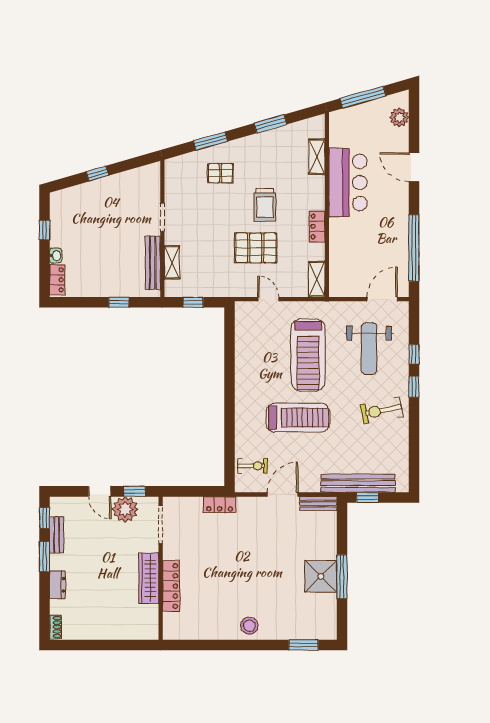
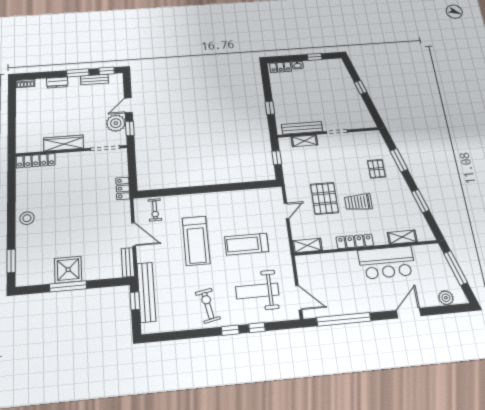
locker: (317, 226) -> (355, 241), width x1.53
treadmill: (308, 355) -> (247, 244), width x0.73, depth x0.73
locker: (171, 586) -> (36, 161), moved

